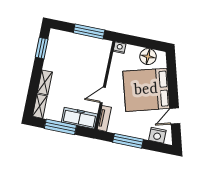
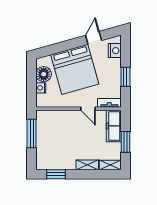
nightstand: (120, 48) -> (41, 88), moved
door: (175, 116) -> (94, 38), swing flipped
window: (60, 127) -> (125, 142), width x0.69
window: (128, 141) -> (125, 77), width x0.69

